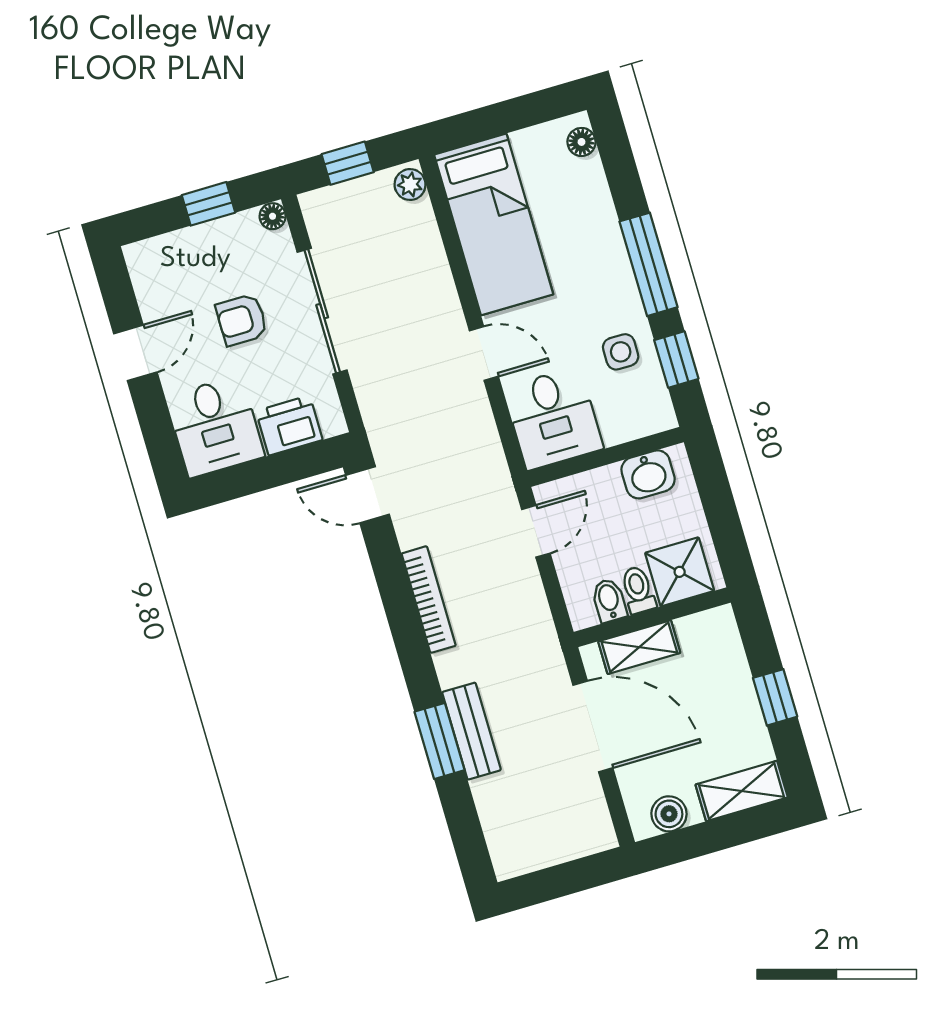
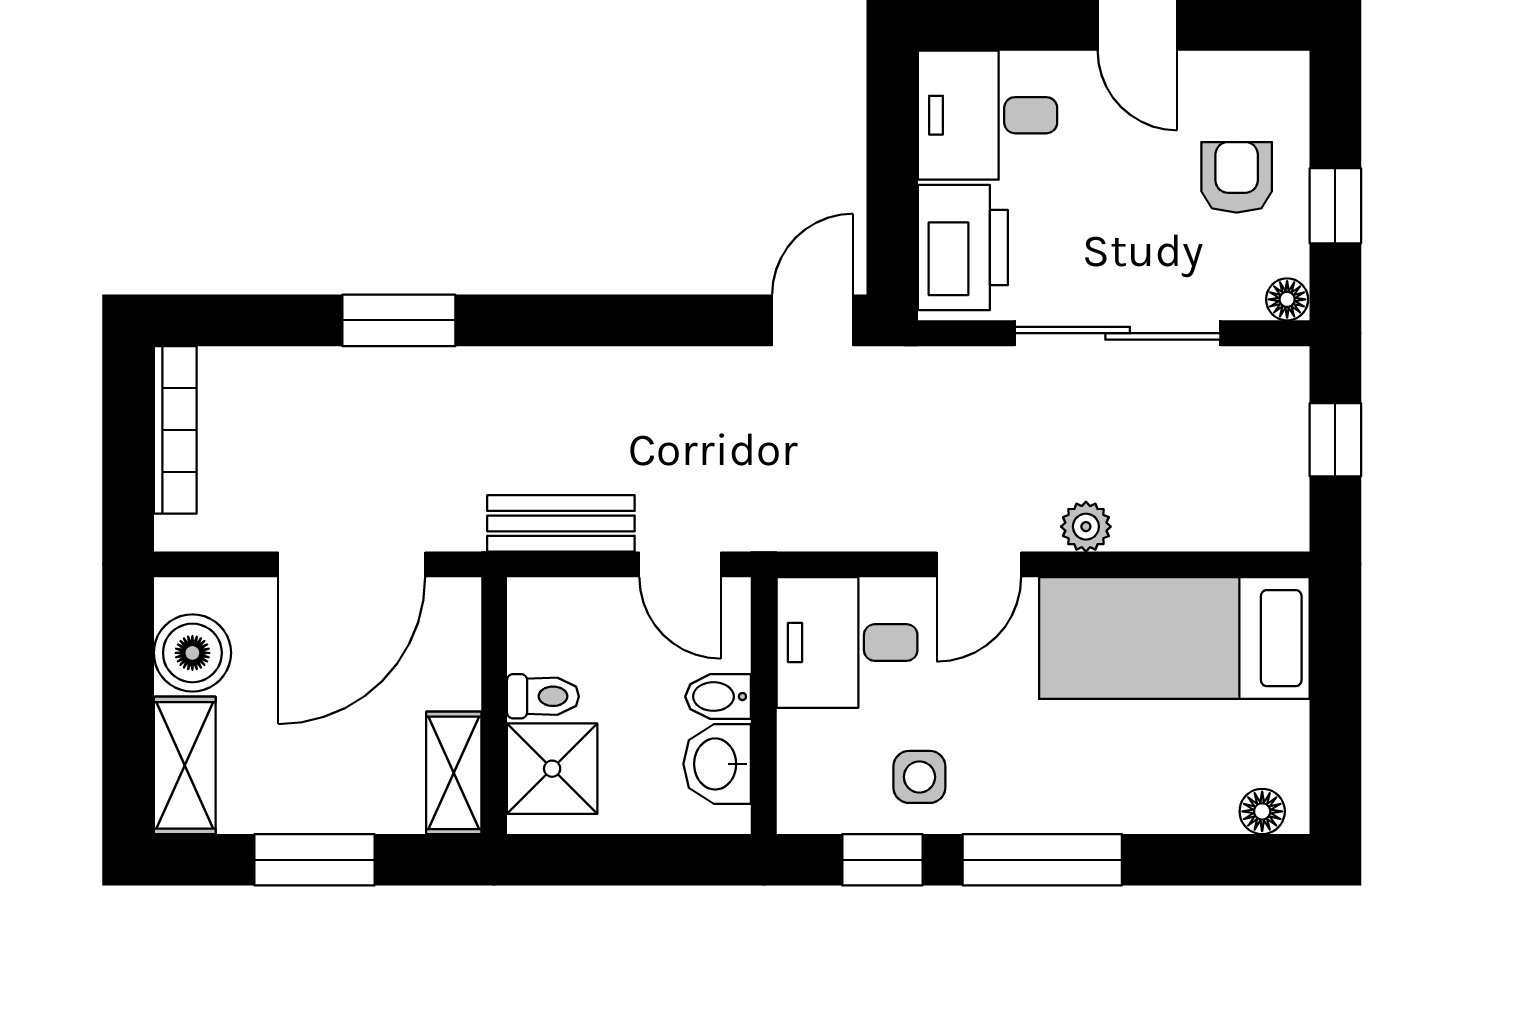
plant: (410, 185) -> (1086, 527), moved
armchair: (242, 320) -> (1237, 177), moved
printer: (289, 425) -> (963, 247), width x1.37, depth x1.19
bookcase: (429, 600) -> (175, 430), moved, turned -90
bidet: (609, 600) -> (718, 697), moved, turned 180
shelving: (639, 647) -> (454, 773), moved
window: (775, 697) -> (314, 860), width x1.50
bench: (471, 731) -> (561, 523), moved
boiler: (669, 814) -> (192, 653), width x1.36, depth x1.36

